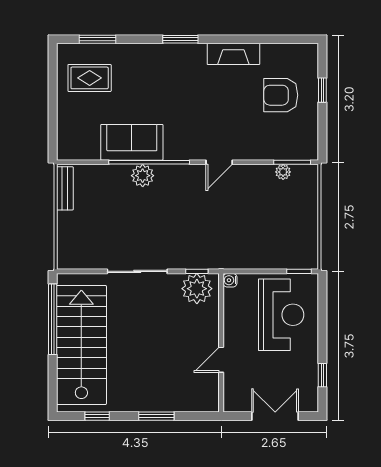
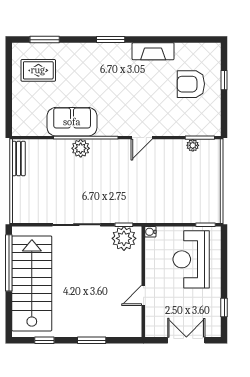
reception desk: (281, 315) -> (191, 259), turned 180

